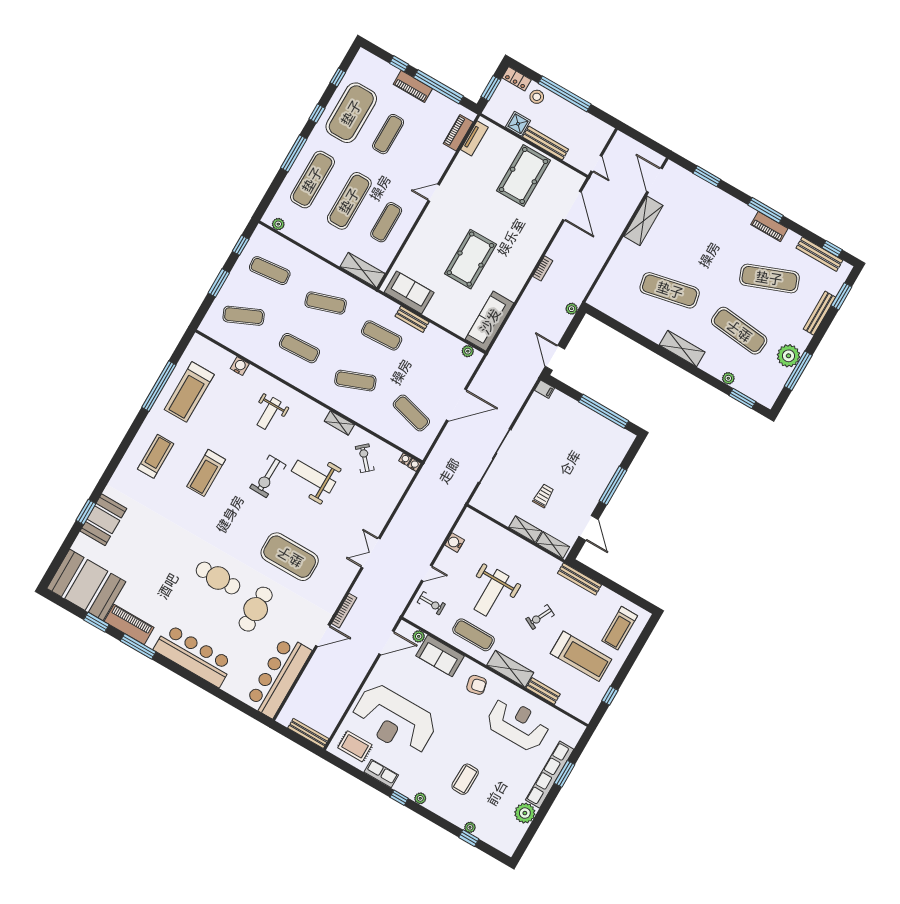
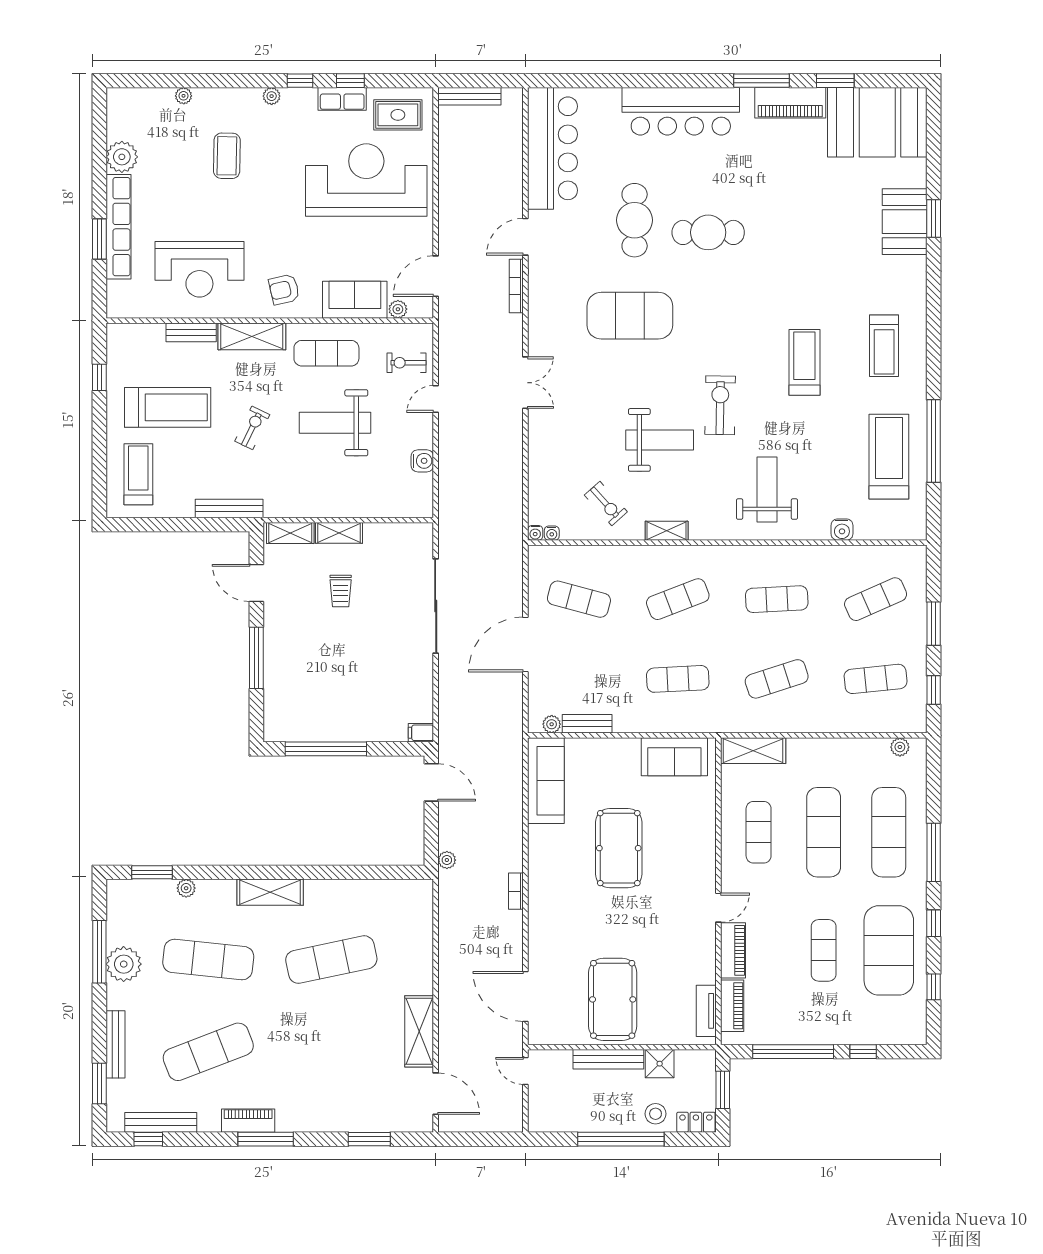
piano: (413, 86) -> (733, 950), moved, turned 90
bench: (412, 319) -> (587, 724), moved
weight bench: (269, 413) -> (767, 489), width x1.36, depth x1.33
weight bench: (491, 593) -> (335, 423), turned -90
treadmill: (581, 656) -> (168, 407), turned 180
window: (469, 838) -> (350, 81), moved

